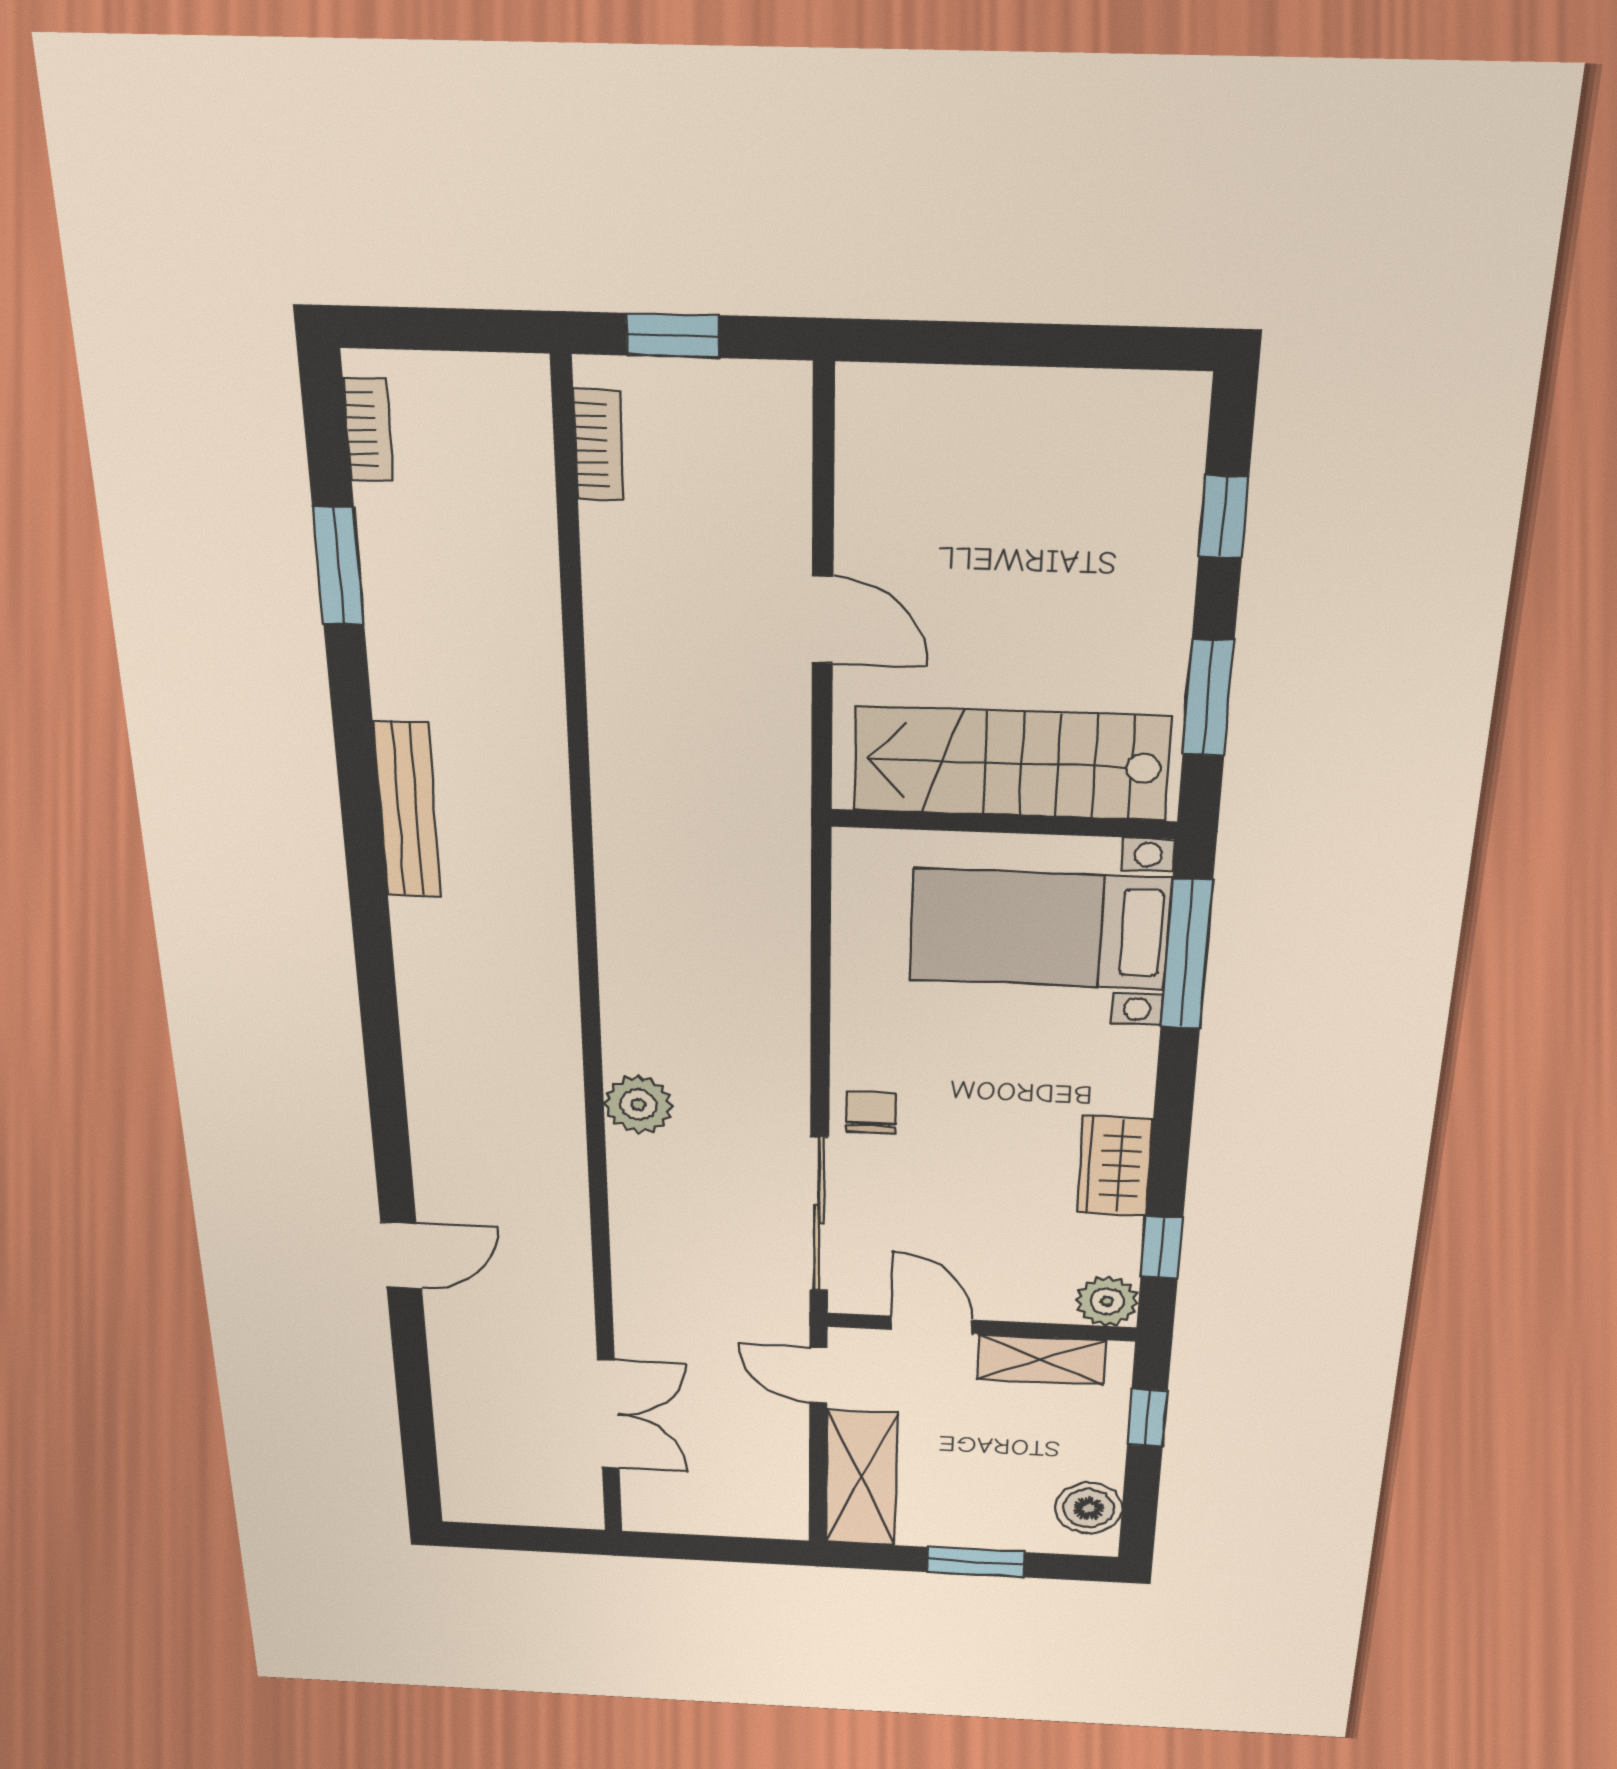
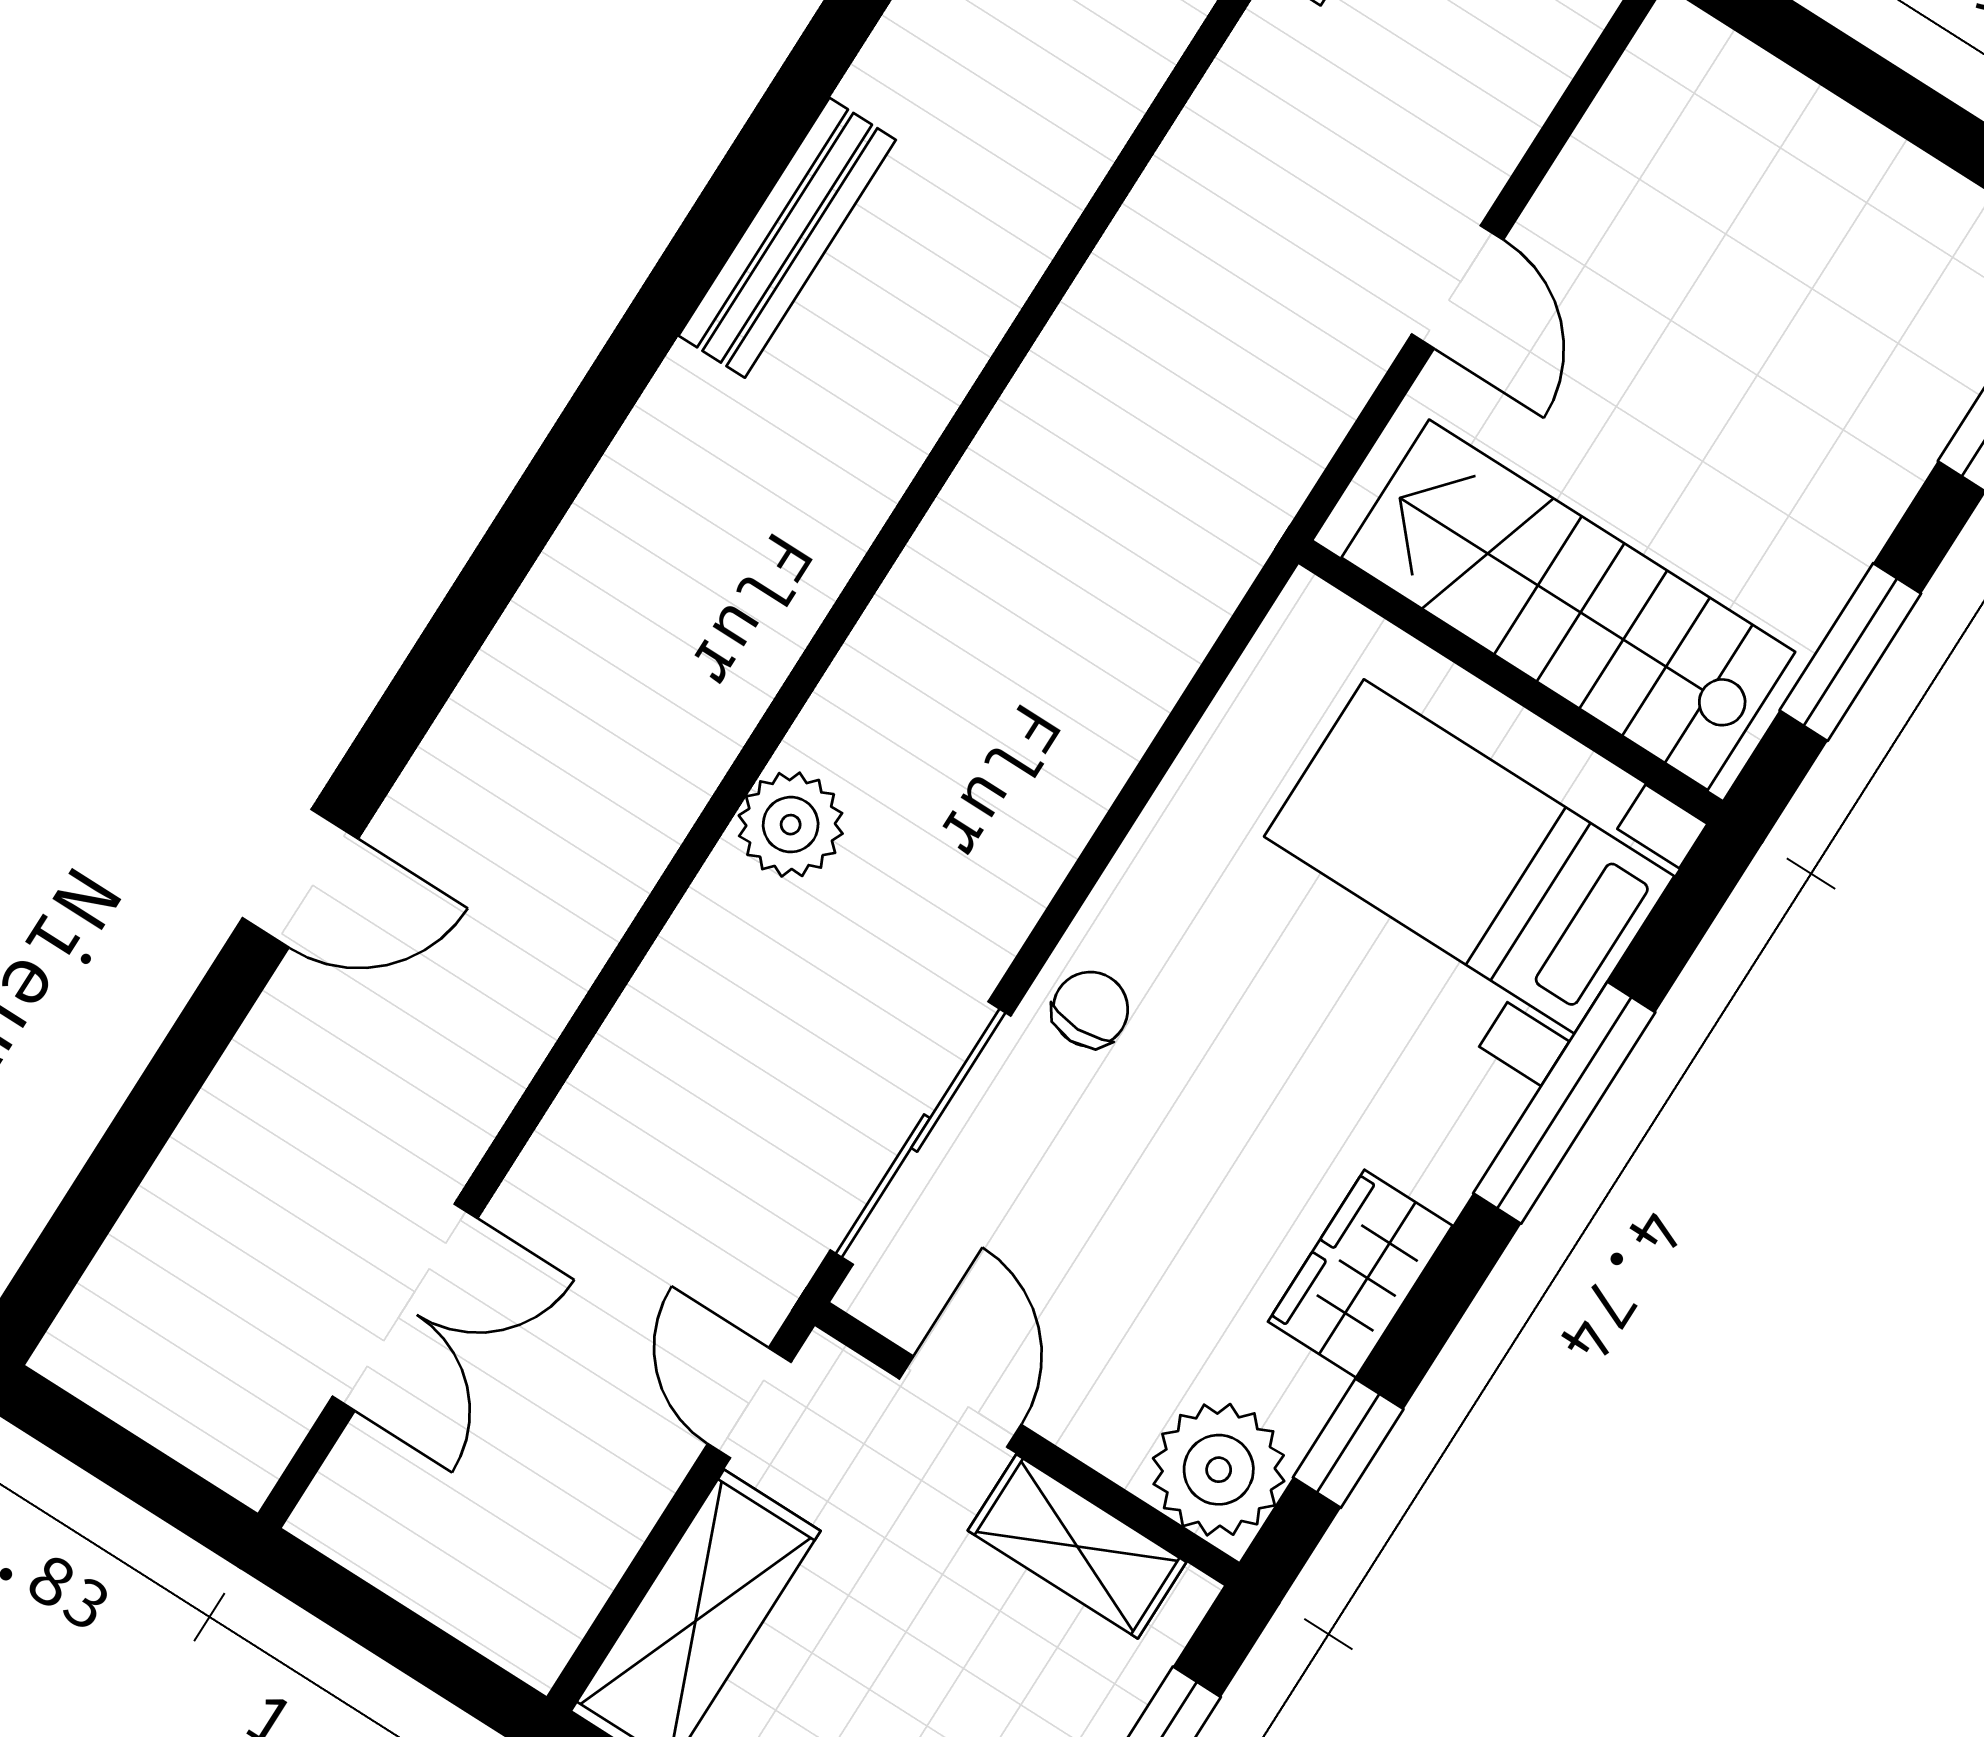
window: (1186, 954) -> (1564, 1103), moved
plant: (1107, 1301) -> (1219, 1470), width x1.36, depth x1.36

